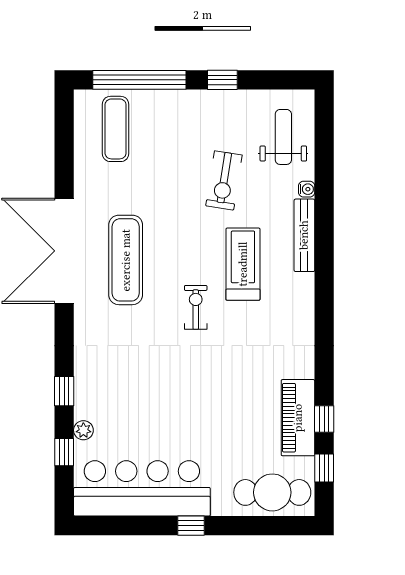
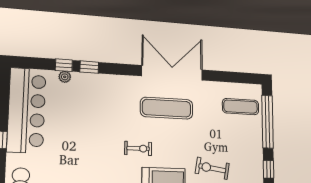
window: (64, 452) -> (64, 65), moved

